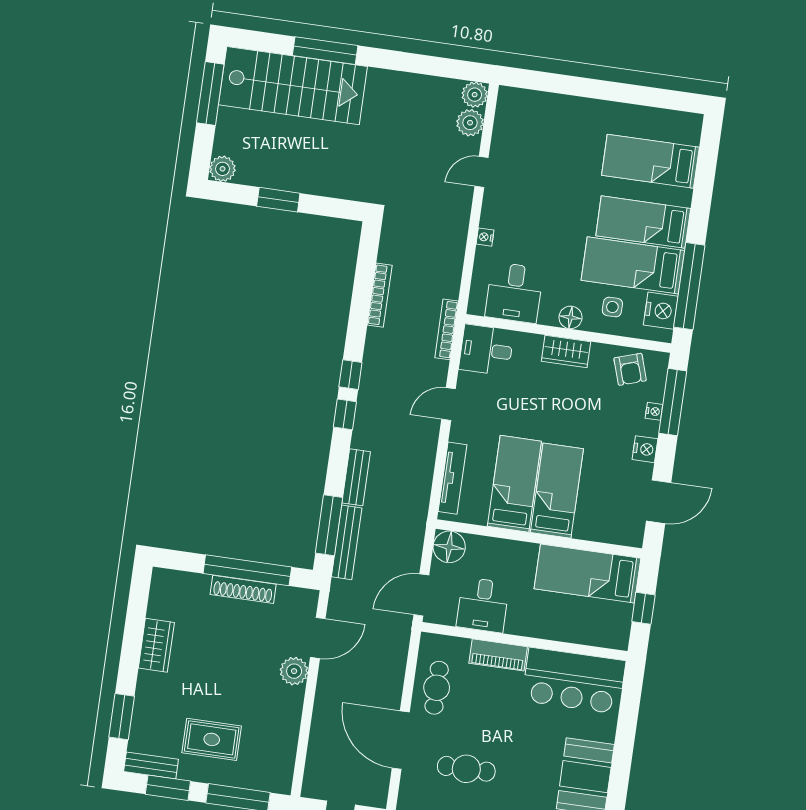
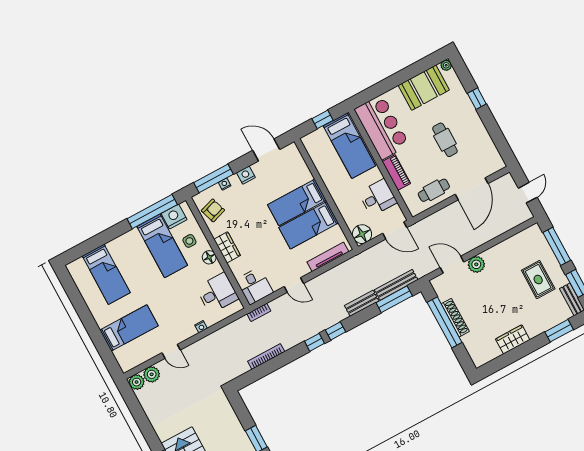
bed: (643, 222) -> (129, 328), moved, turned -90
bookcase: (447, 329) -> (259, 312), width x0.64
bed: (588, 573) -> (349, 146), moved
cafe table: (466, 769) -> (445, 140), moved

